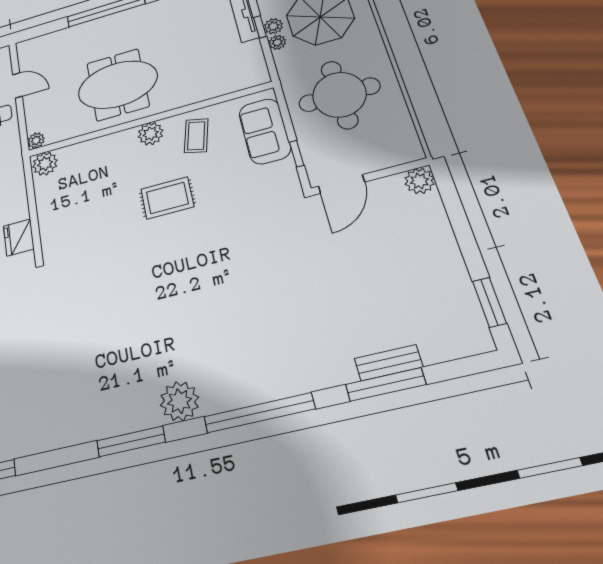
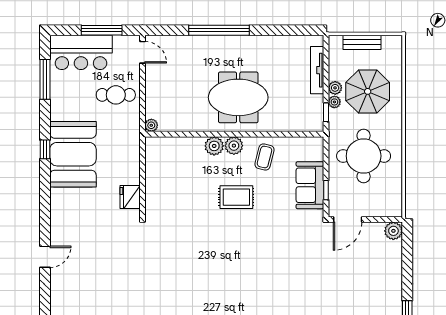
window: (260, 27) -> (326, 112), moved
door: (17, 85) -> (142, 52), moved
meeting table: (118, 85) -> (238, 97), moved
sofa: (265, 131) -> (310, 185), moved
plant: (45, 164) -> (214, 146), moved

